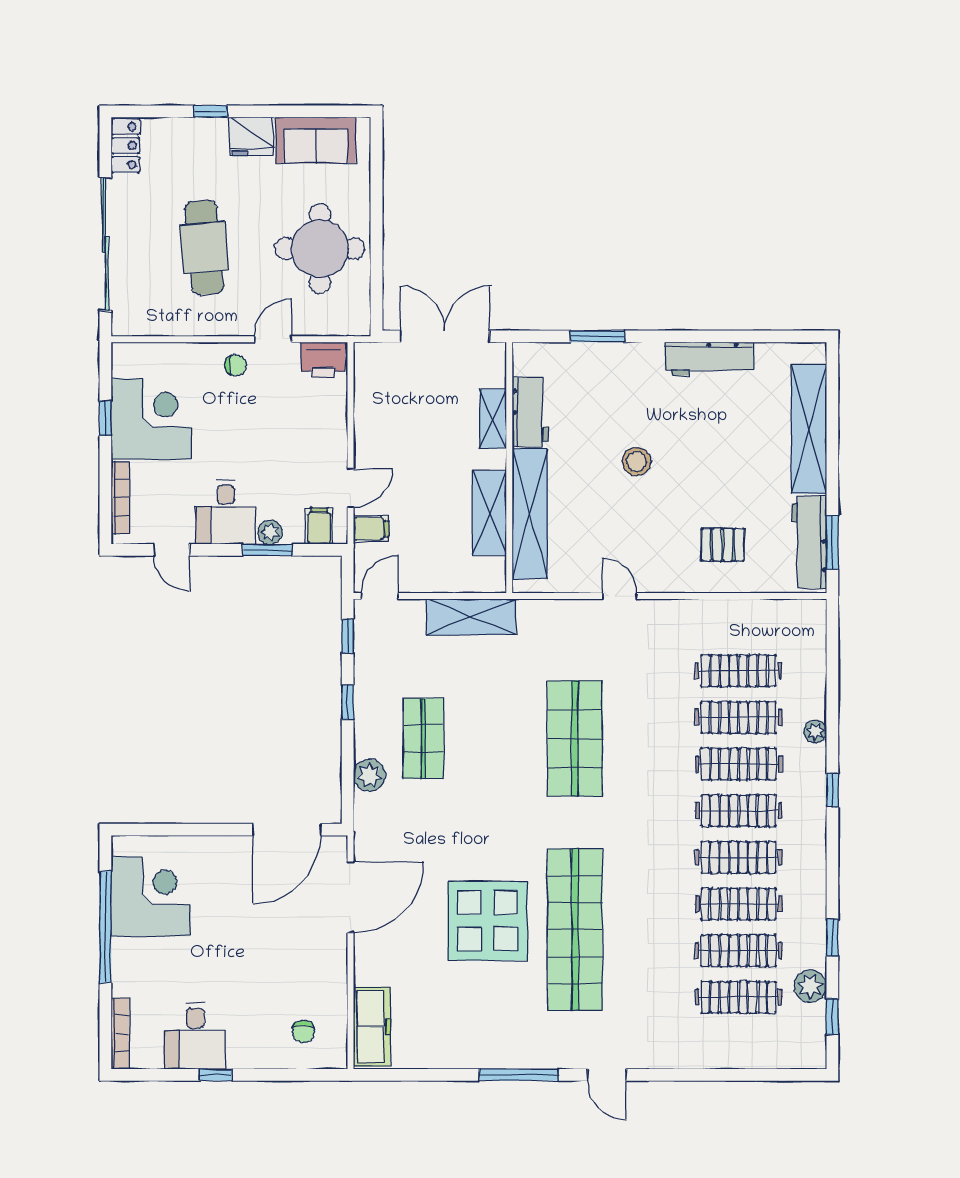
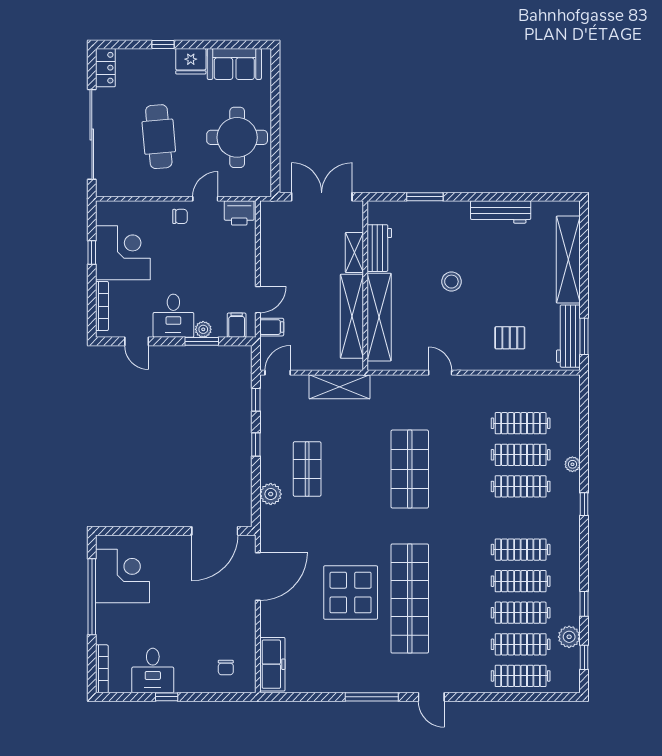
shelving: (489, 513) -> (352, 316), width x1.47
clothes rail: (739, 811) -> (521, 676), moved

